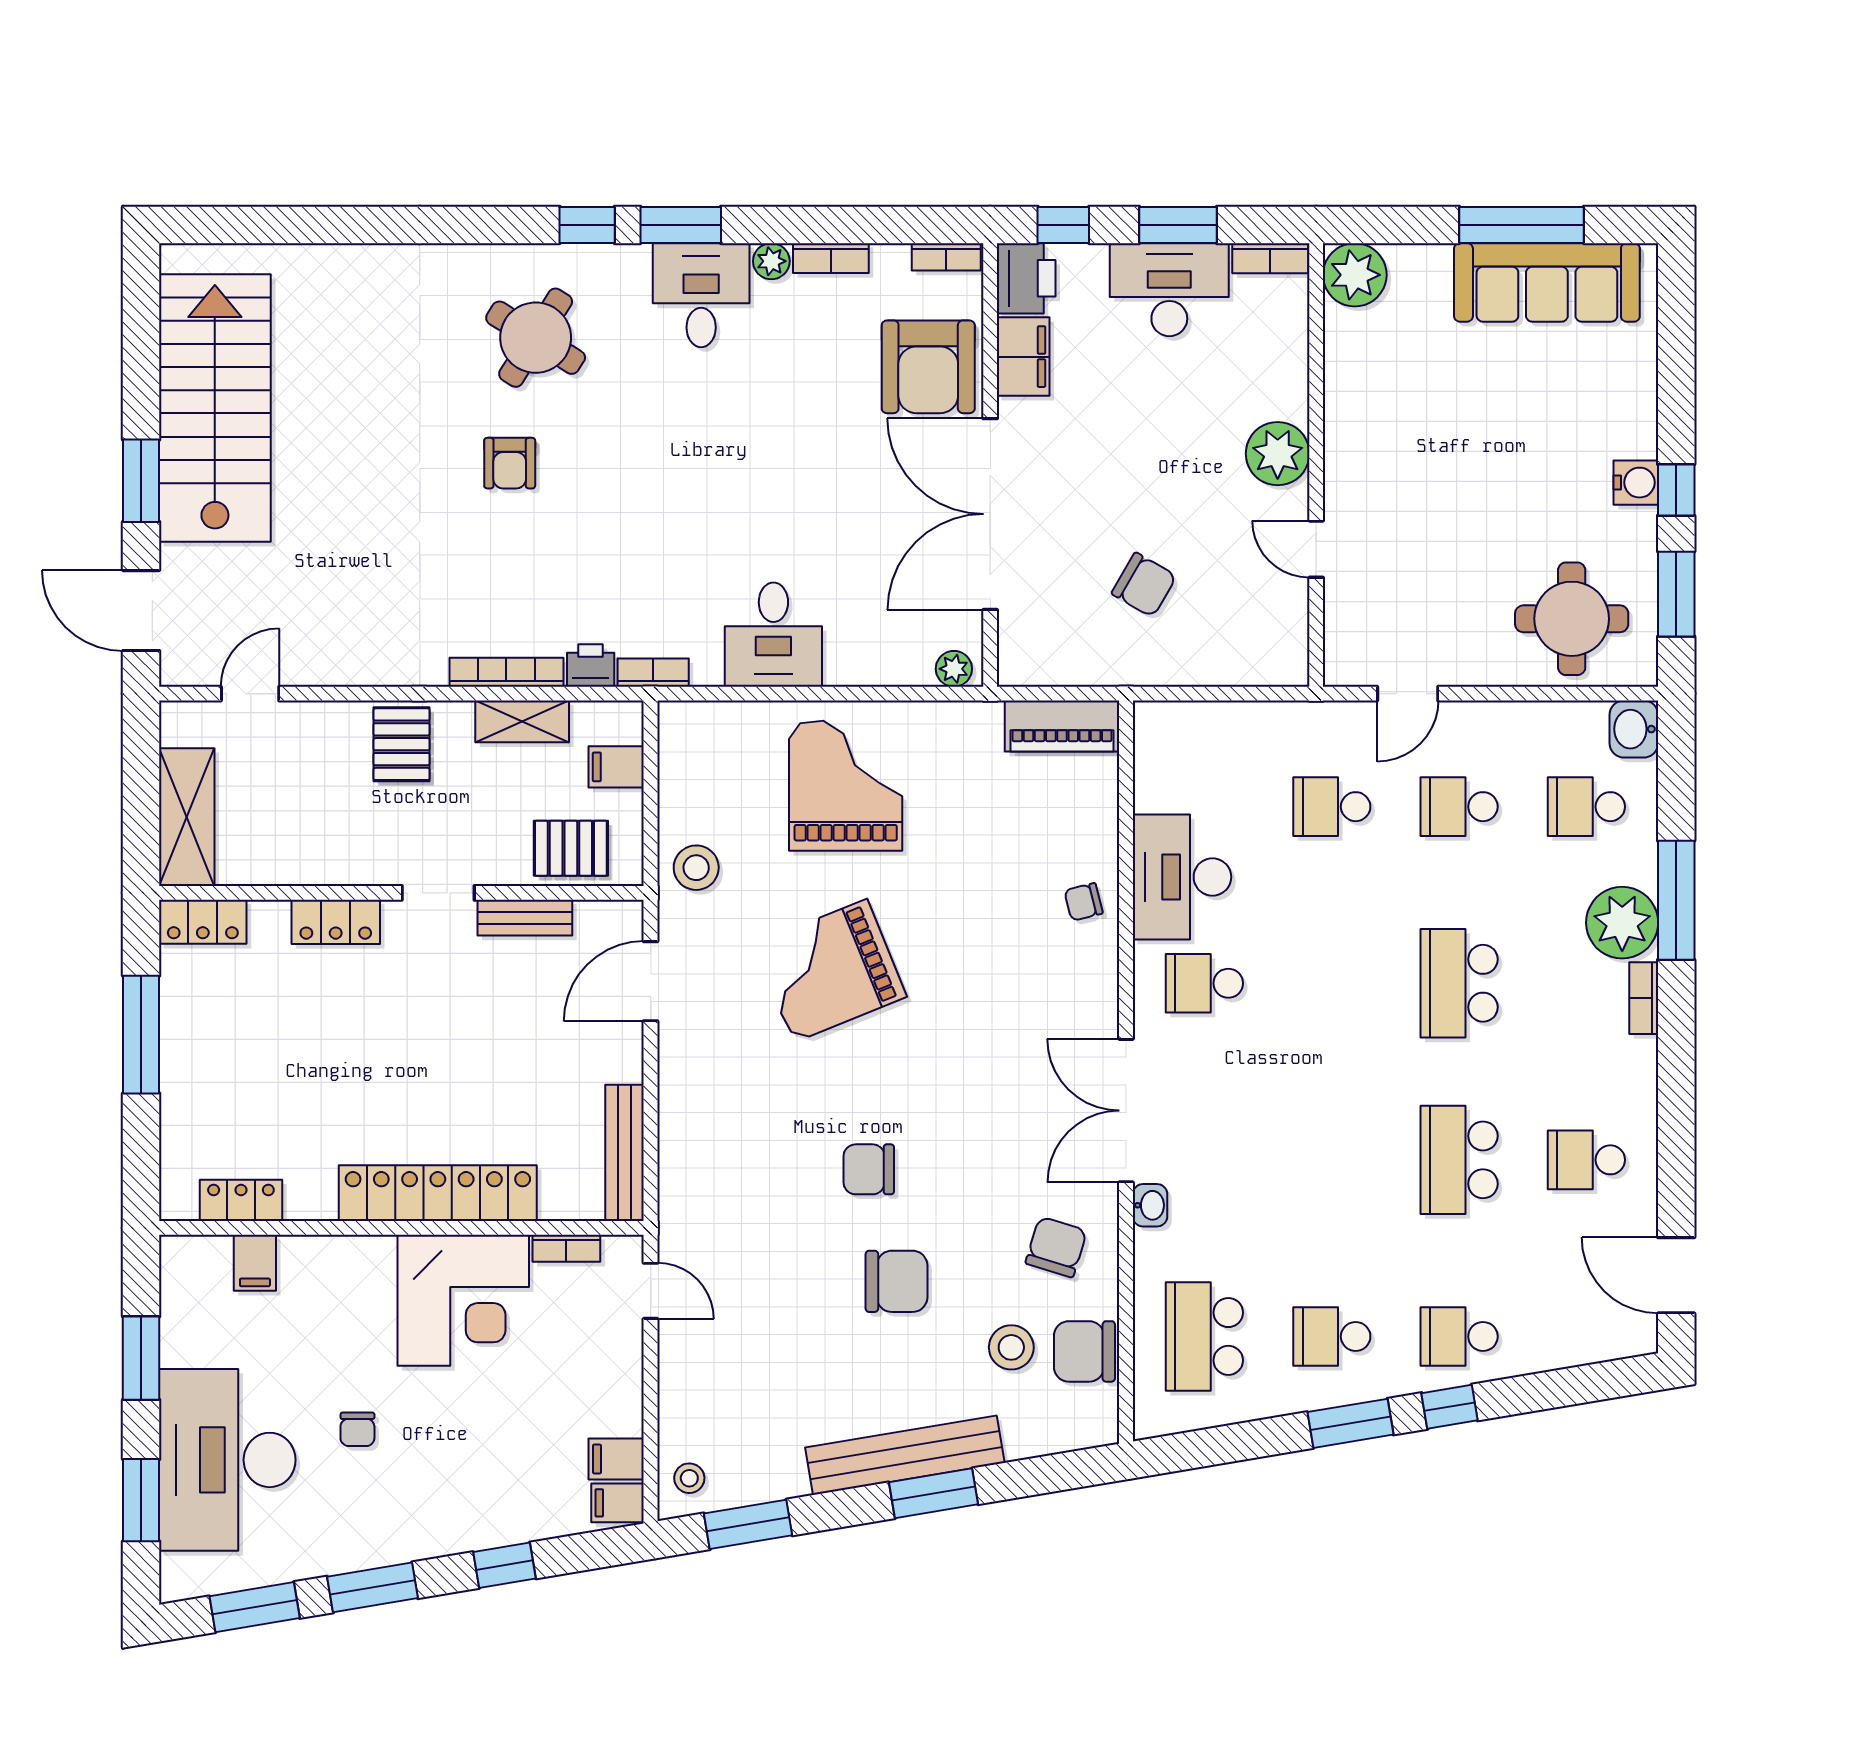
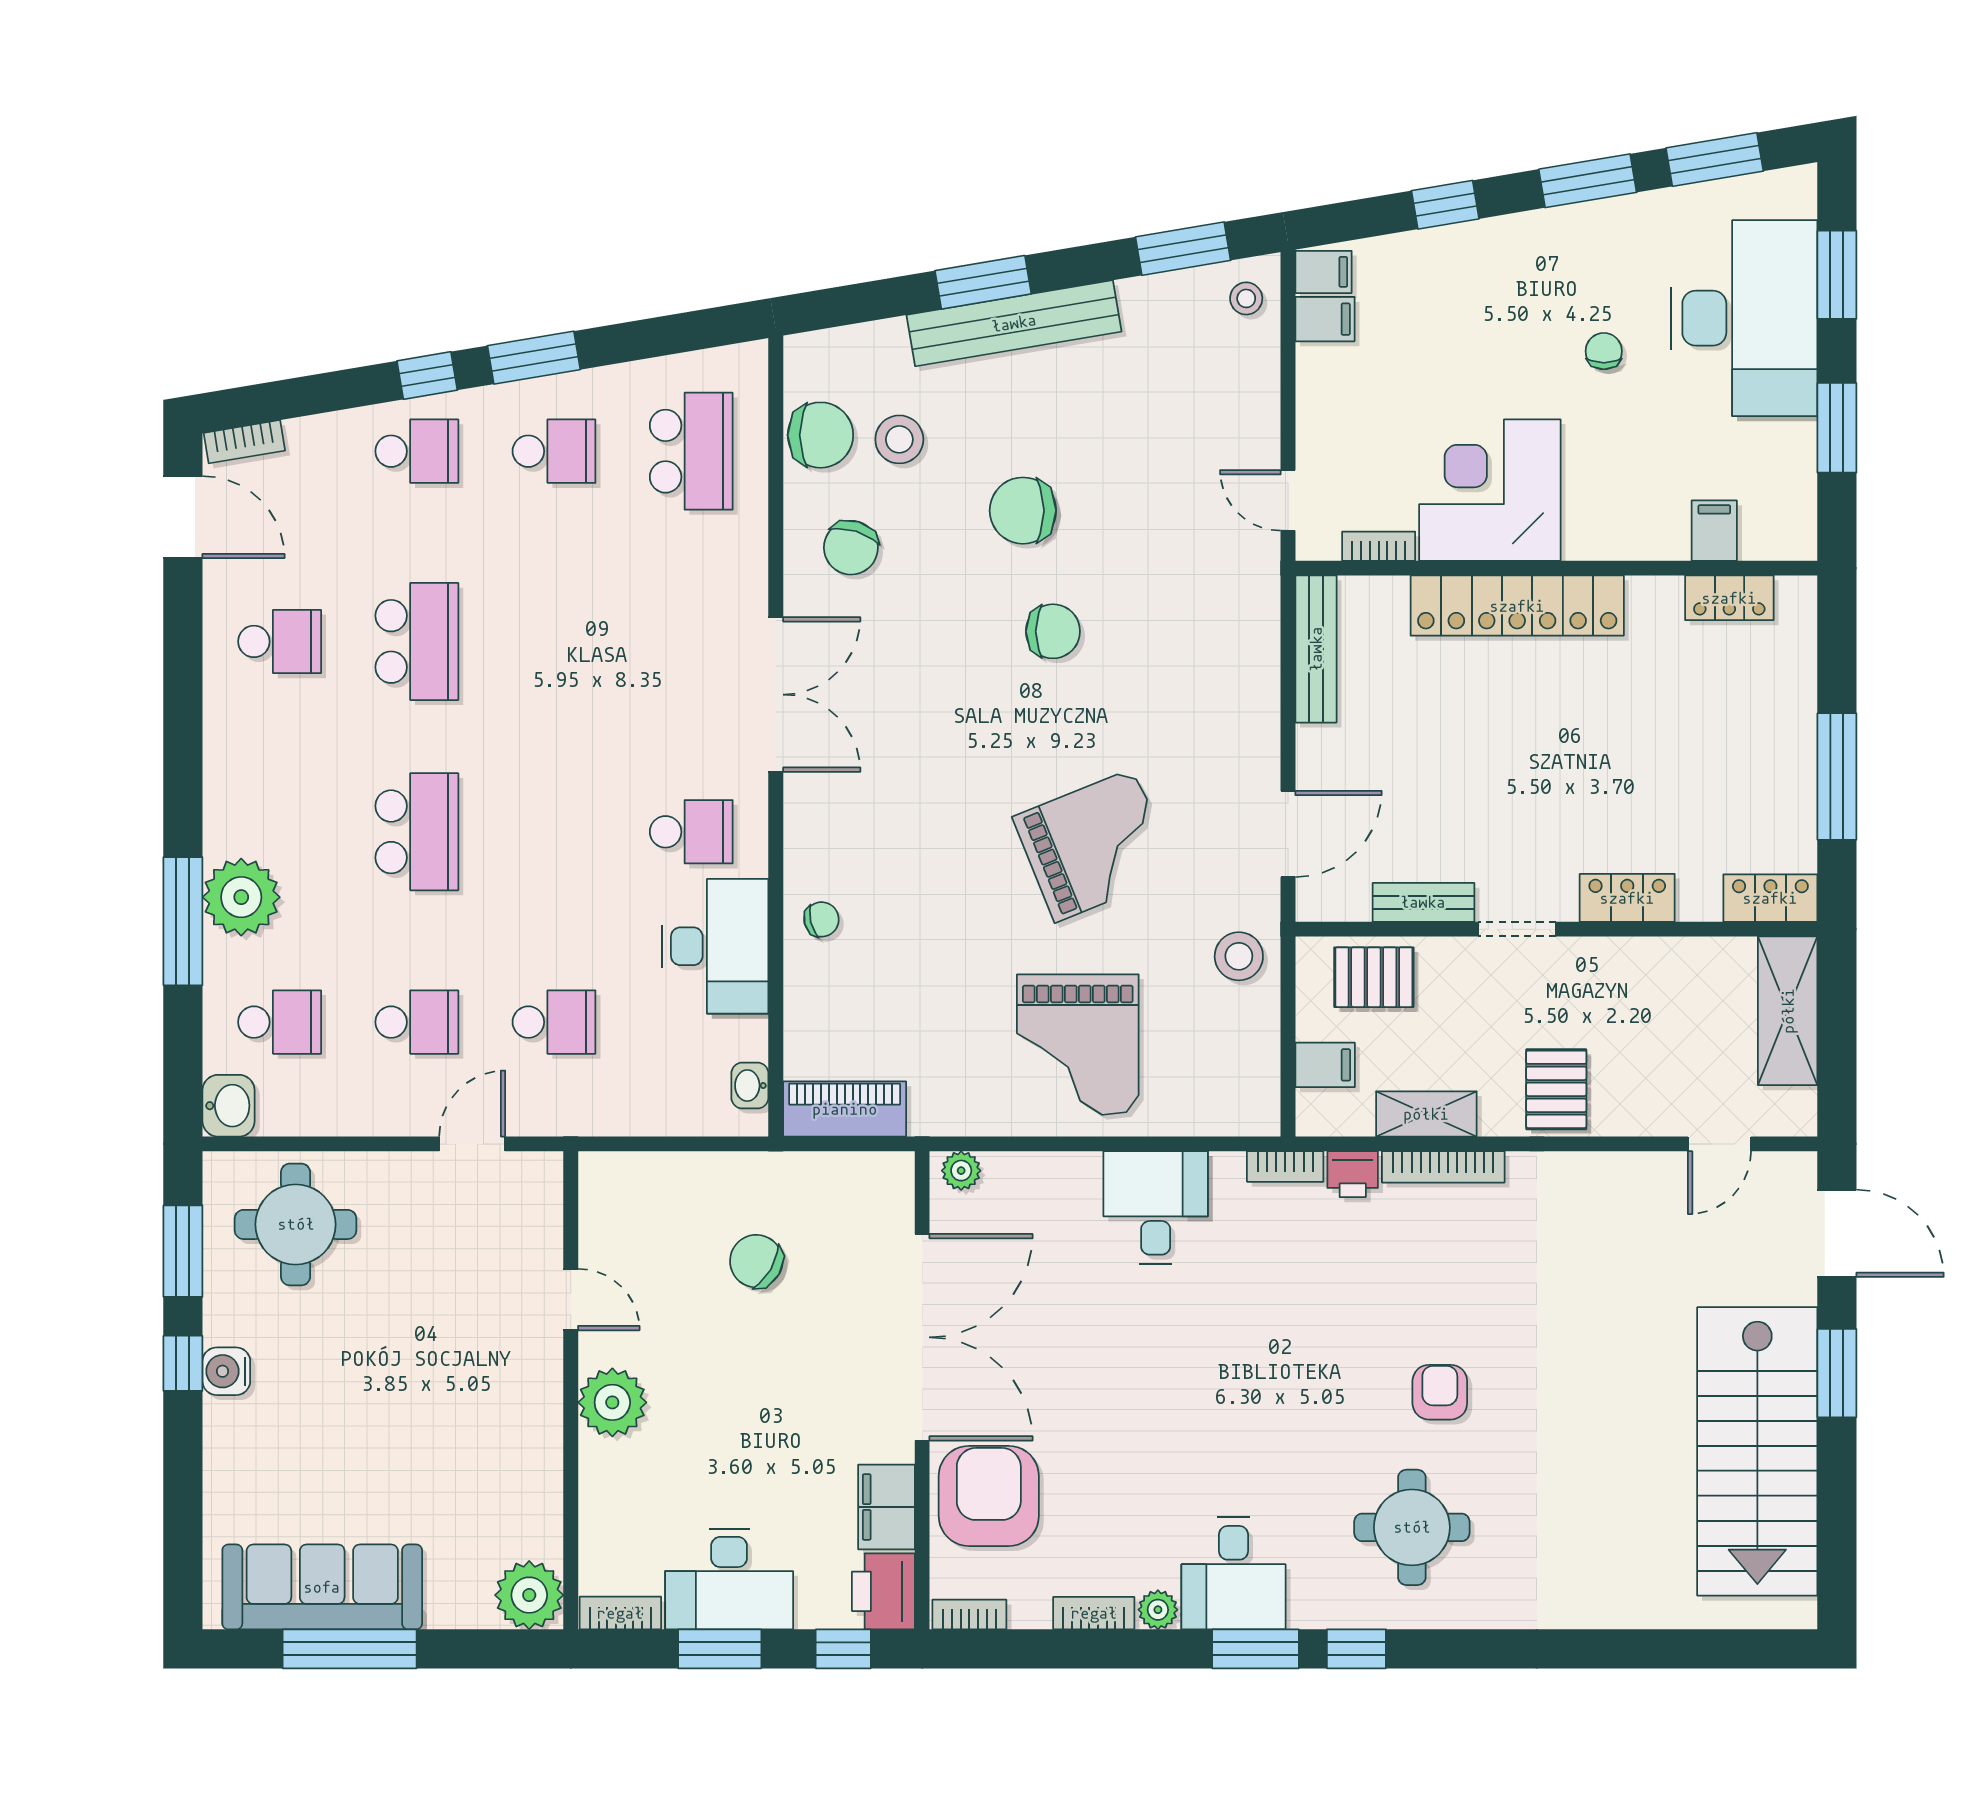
round table: (536, 338) -> (1412, 1527), turned -32
bookcase: (1644, 998) -> (244, 442), moved, turned 80
washbasin: (1150, 1205) -> (750, 1086), moved

